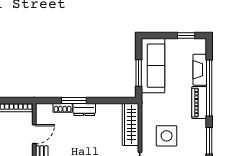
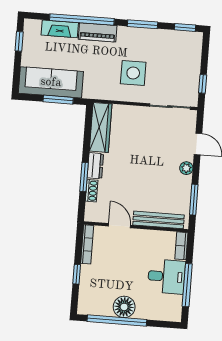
wardrobe: (130, 124) -> (101, 127), moved, turned -90

